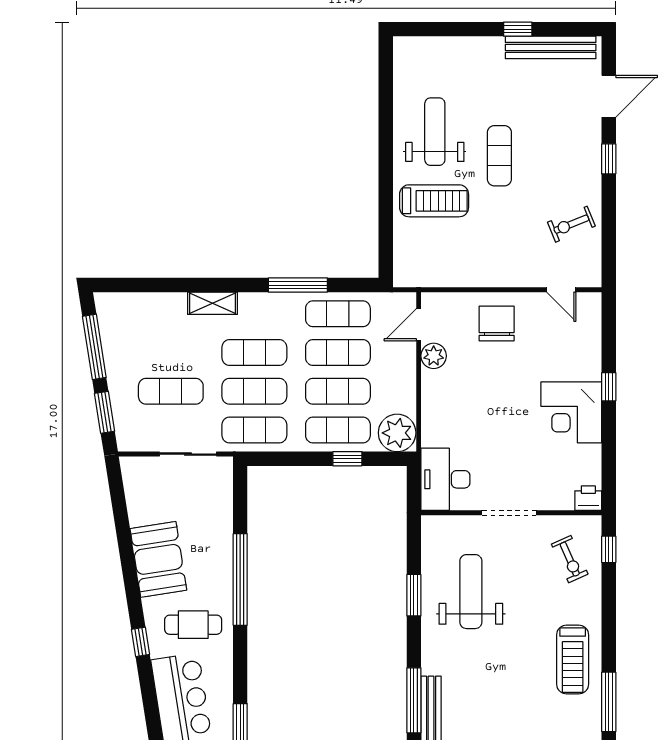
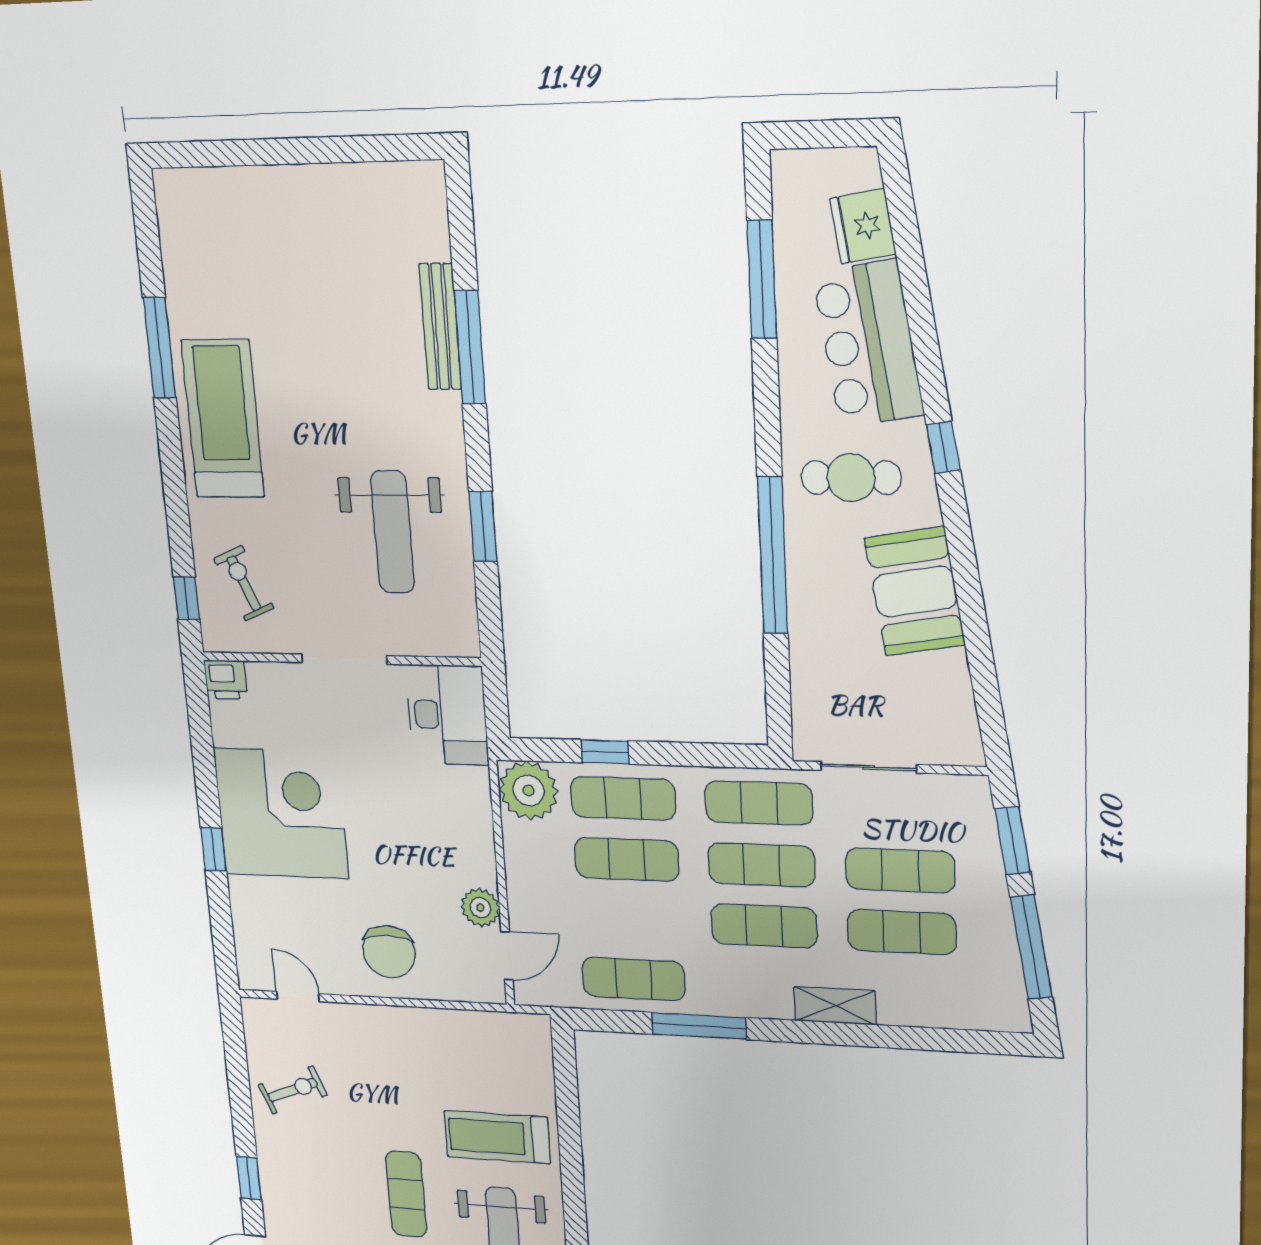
exercise mat: (338, 353) -> (902, 932), moved
corner desk: (571, 412) -> (281, 814), width x1.36, depth x1.36
treadmill: (573, 659) -> (223, 419), width x1.37, depth x1.38

